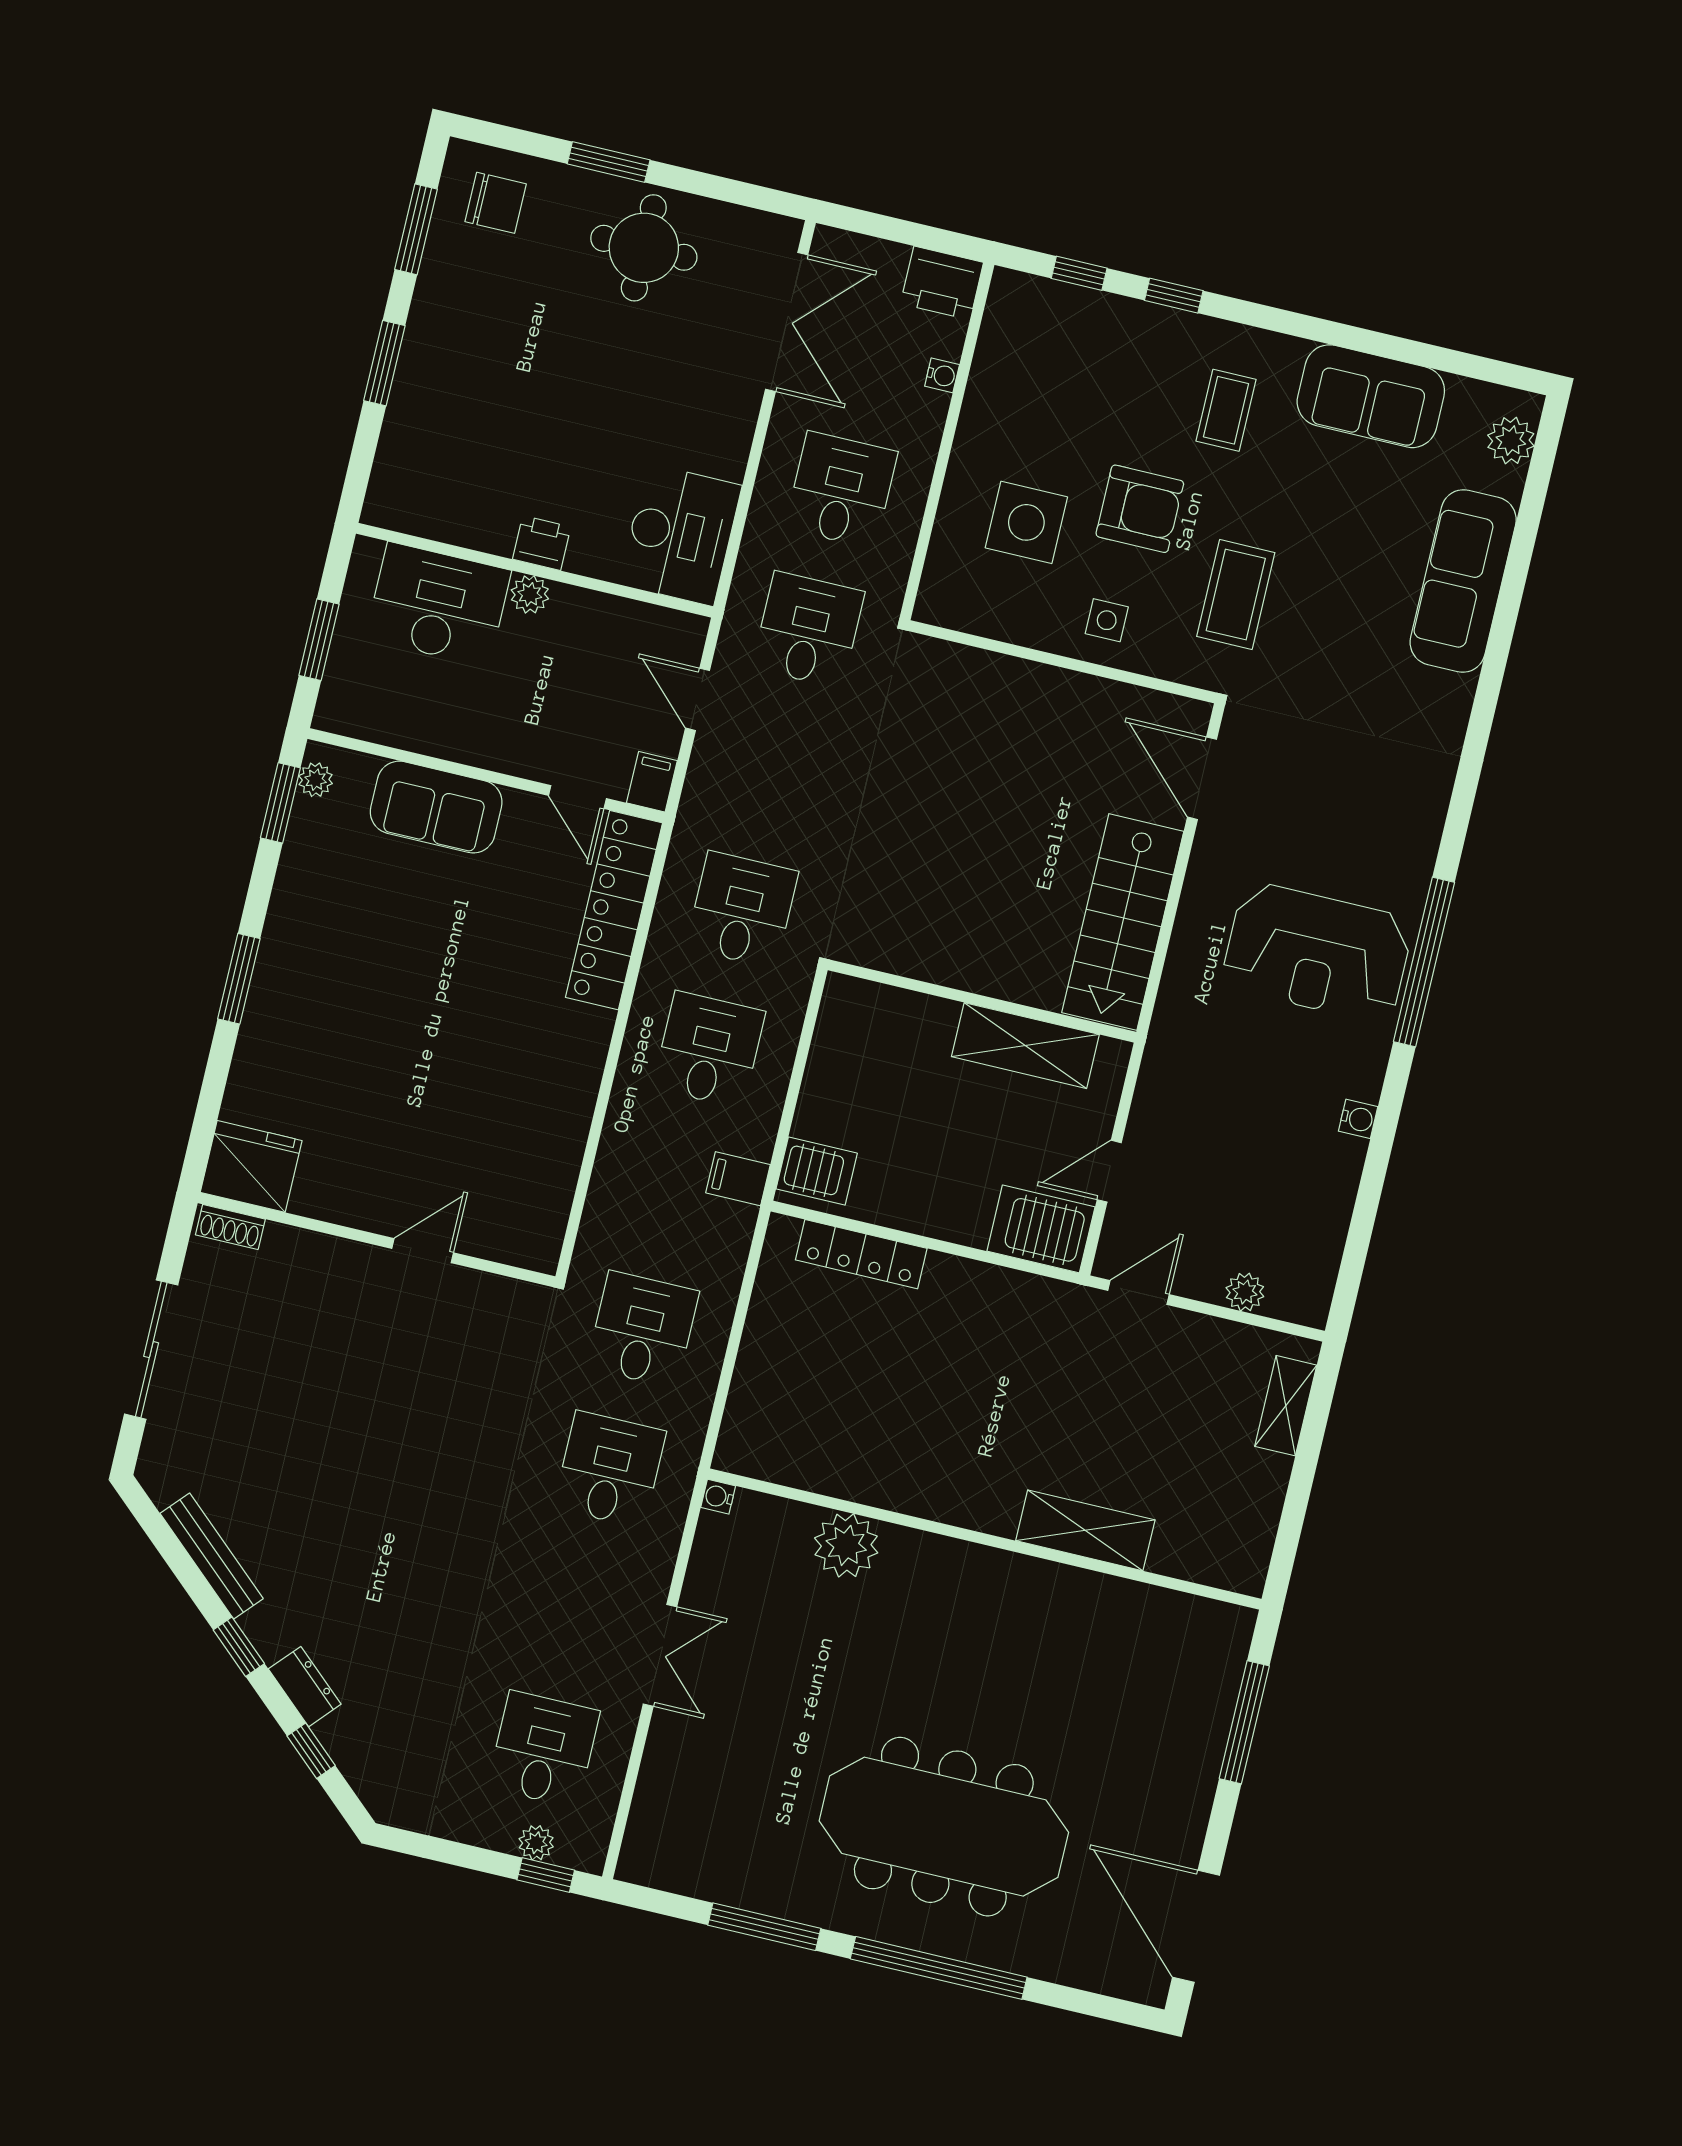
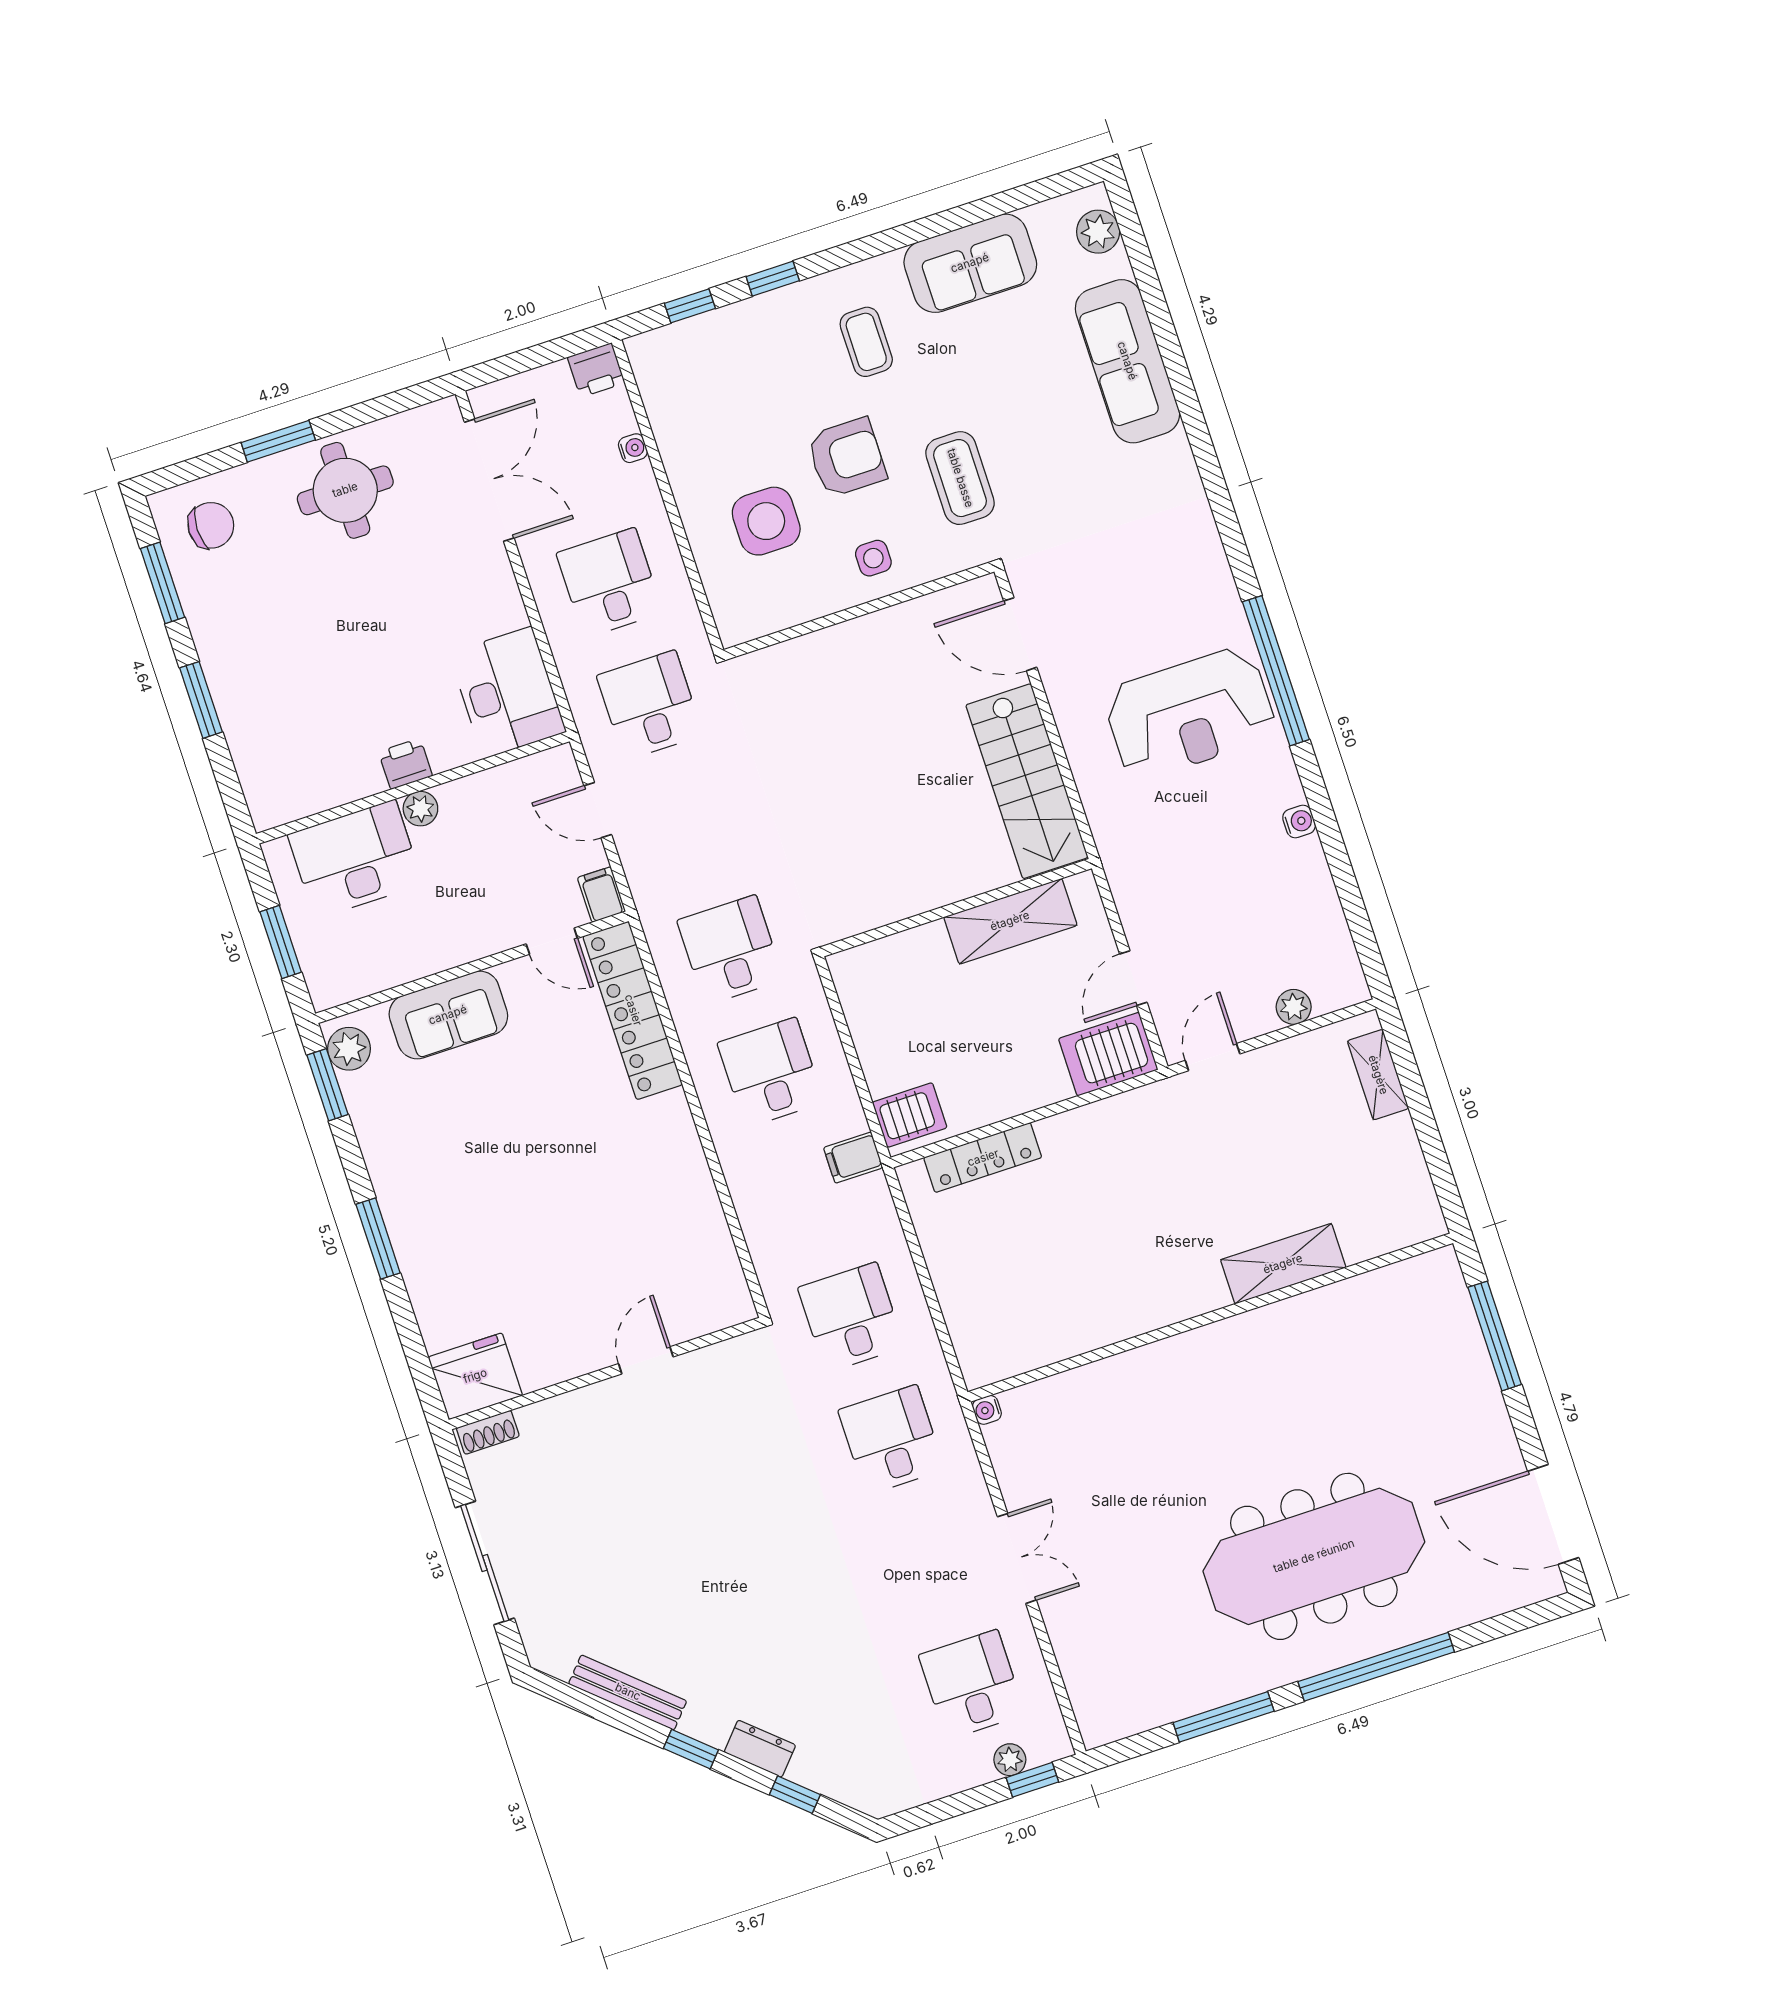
printer: (942, 283) -> (596, 370), width x0.73, depth x0.81
plant: (316, 780) -> (349, 1049), width x1.38, depth x1.38
plant: (846, 1545) -> (1108, 1387), removed

